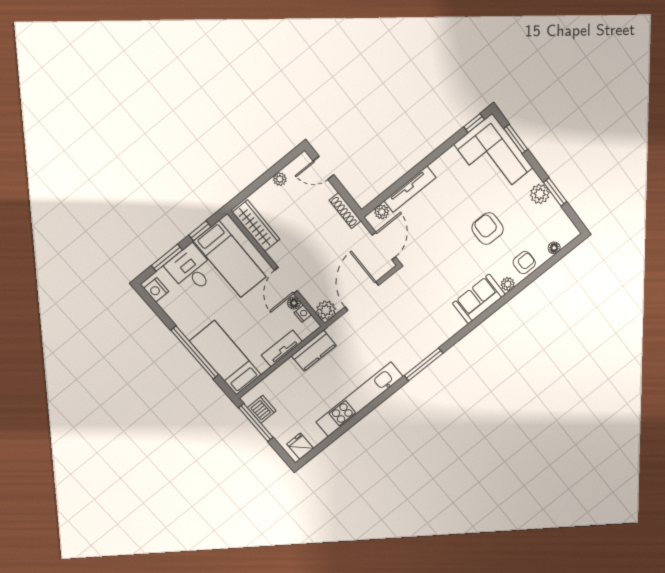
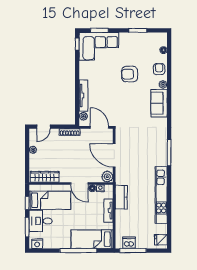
plant: (540, 194) -> (133, 38), removed

